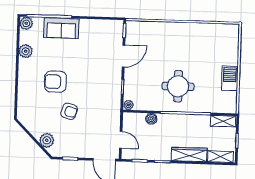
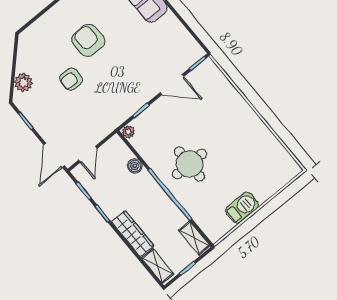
armchair: (69, 111) -> (71, 79), turned 74

